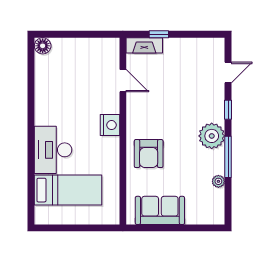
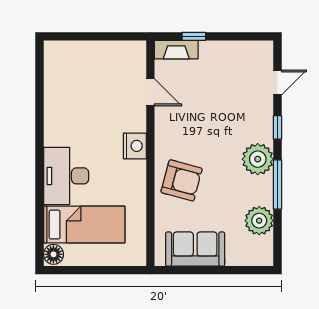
floor lamp: (43, 46) -> (53, 254), moved
armchair: (149, 154) -> (182, 180), turned -75
plant: (218, 181) -> (259, 221), width x1.87, depth x1.87

